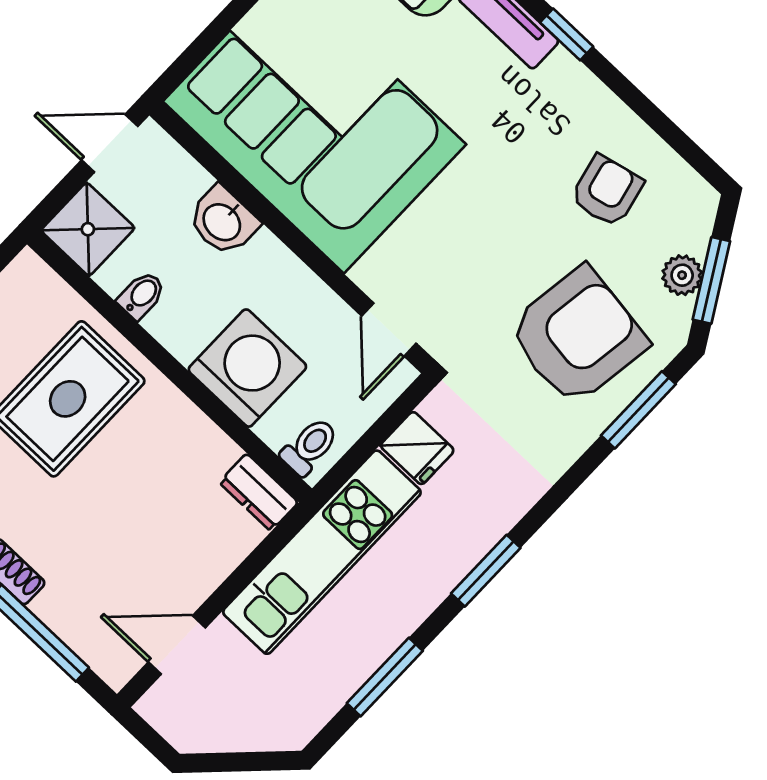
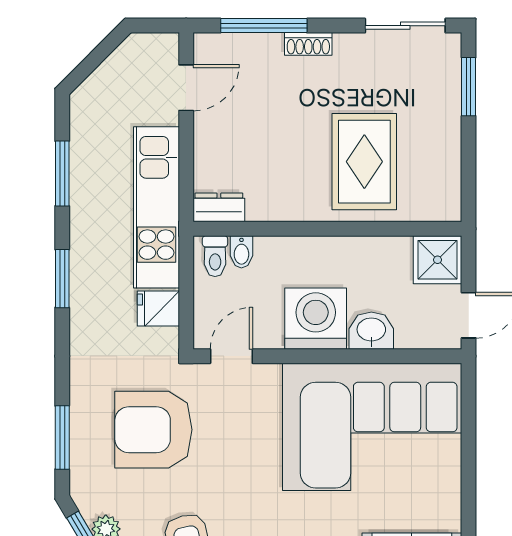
bidet: (142, 295) -> (241, 252), moved
door: (389, 330) -> (231, 356), hinge flipped
armchair: (577, 336) -> (153, 430), moved, turned 82
washing machine: (247, 368) -> (316, 319), moved, turned 180

